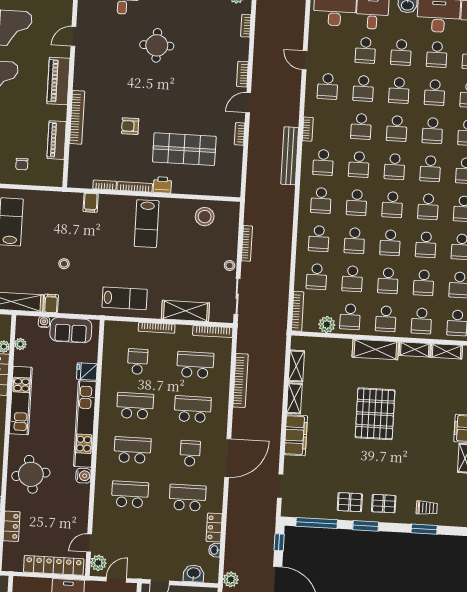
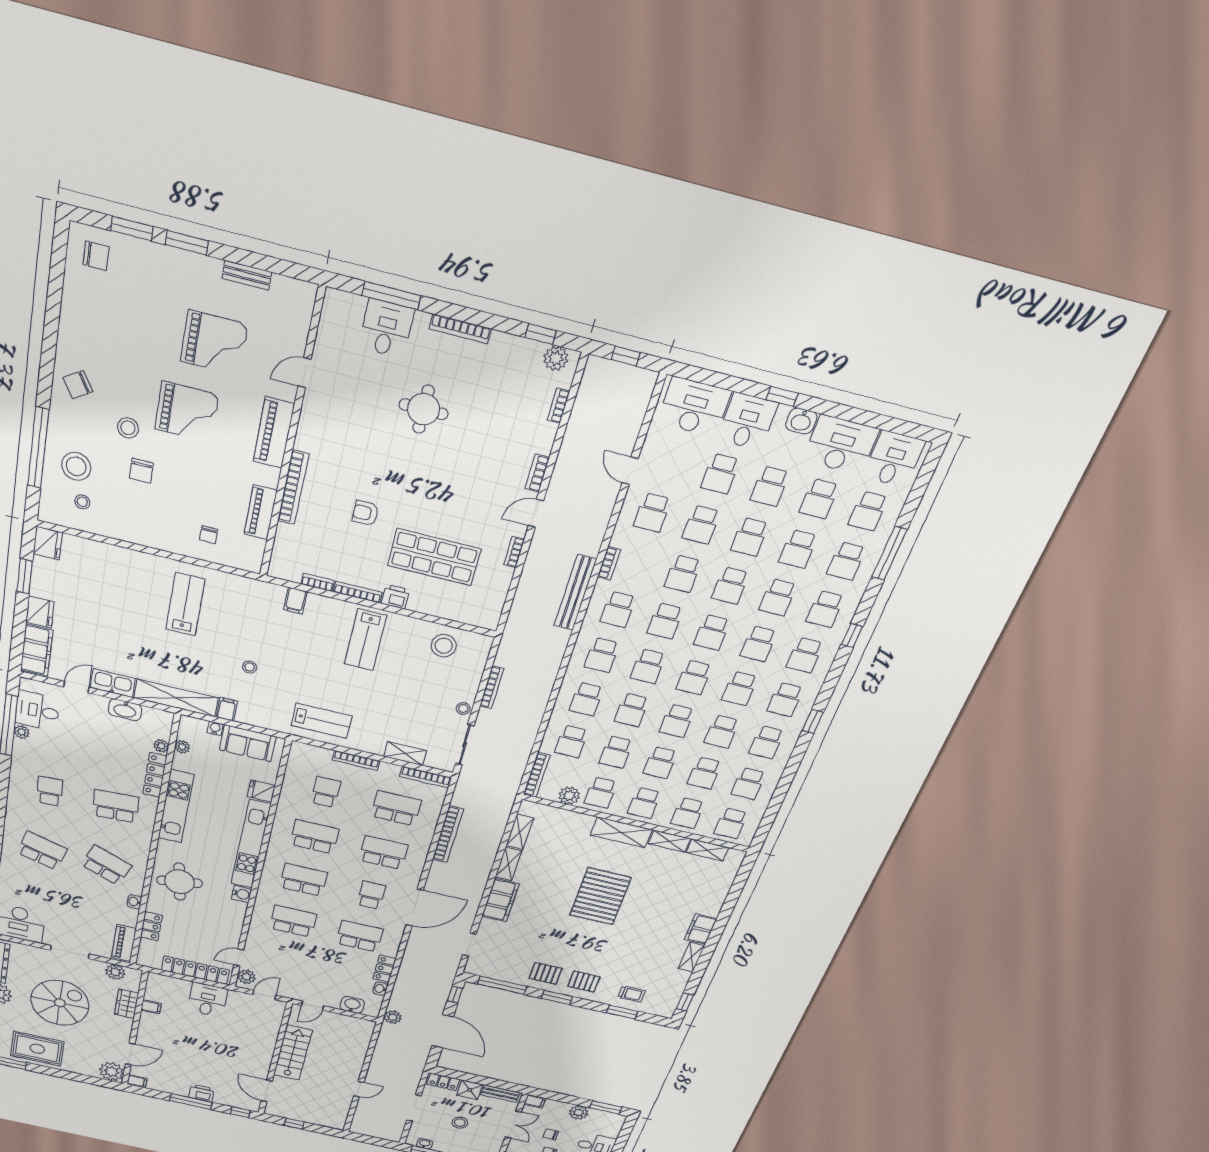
shelving: (185, 311) -> (405, 754), width x0.67, depth x0.75

